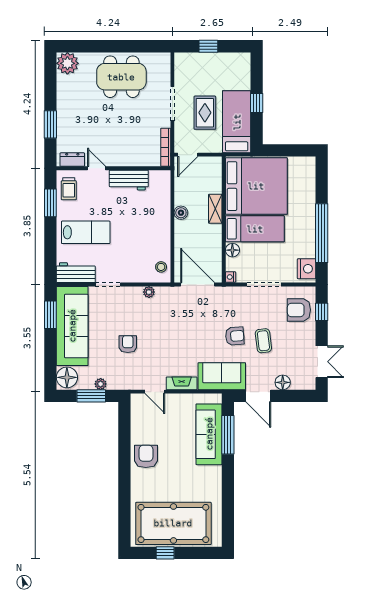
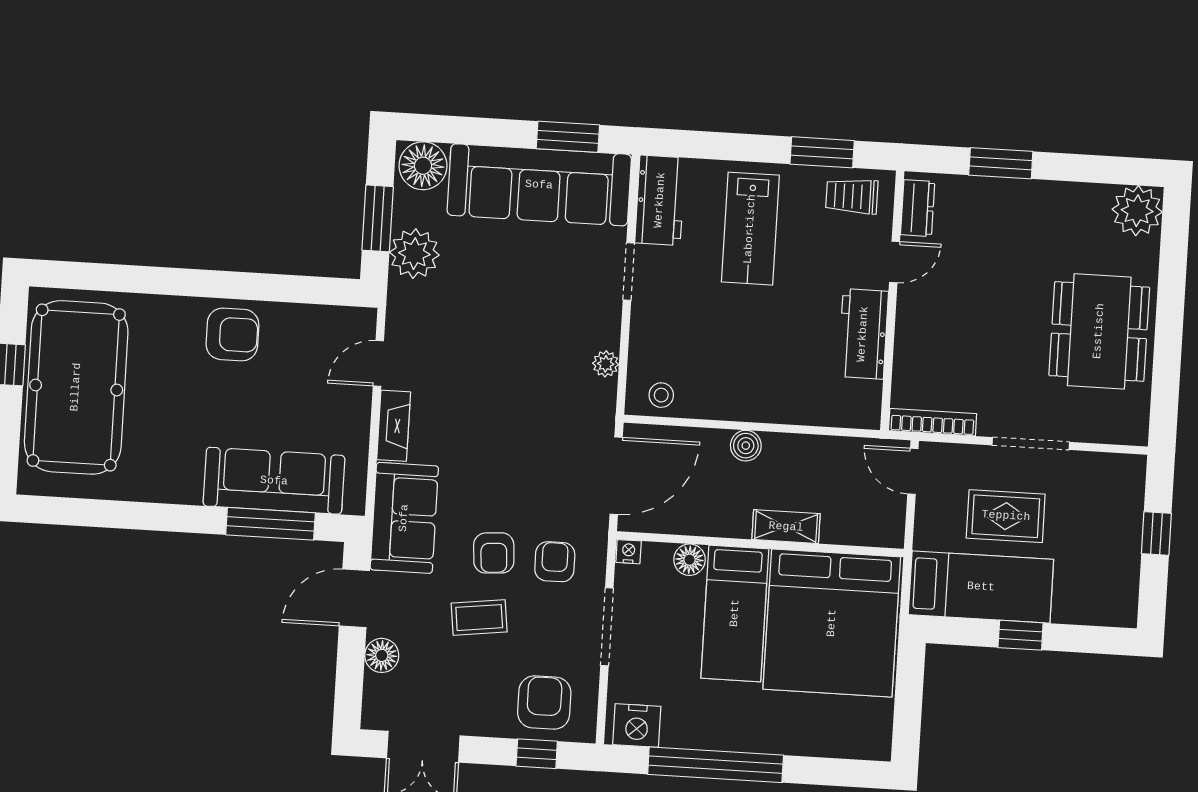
boiler: (181, 213) -> (746, 446), moved
armchair: (128, 344) -> (555, 562), moved, turned -90
plant: (101, 384) -> (414, 254), width x1.88, depth x1.88

